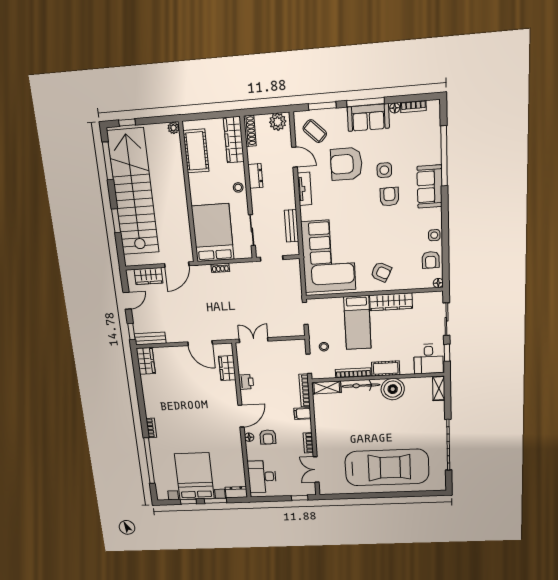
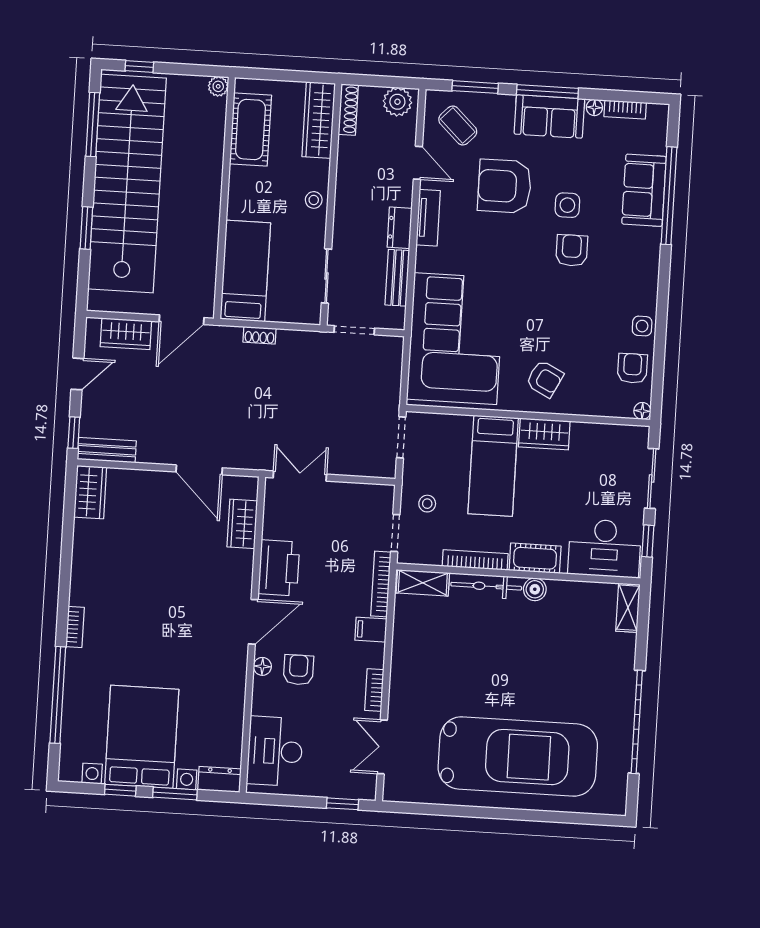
dresser: (255, 176) -> (400, 228), moved, turned 180
sofa: (430, 187) -> (644, 190), moved
bed: (213, 233) -> (245, 271), width x0.67
armchair: (431, 260) -> (632, 368), turned 180
wardrobe: (391, 302) -> (544, 434), width x0.67
desk: (429, 359) -> (605, 548), width x1.37
printer: (246, 382) -> (279, 568), width x1.87, depth x1.48
boiler: (393, 389) -> (535, 589), width x0.54, depth x0.54
armchair: (268, 437) -> (298, 670), turned 180

